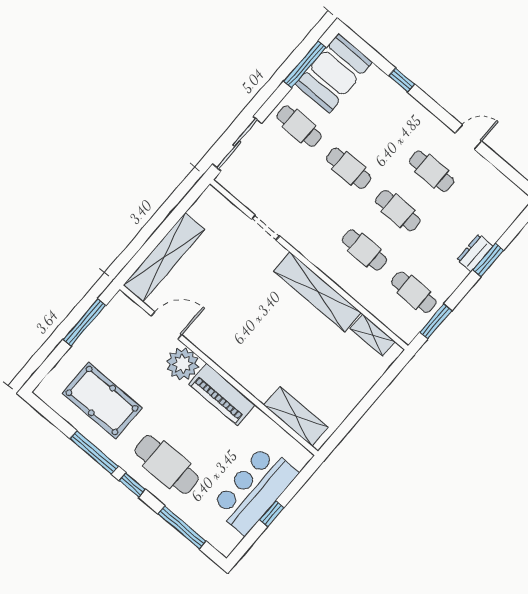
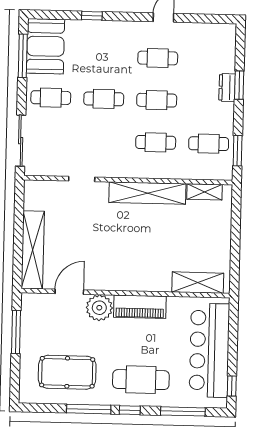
bar counter: (255, 490) -> (209, 350), width x1.36
window: (272, 514) -> (232, 386), moved

